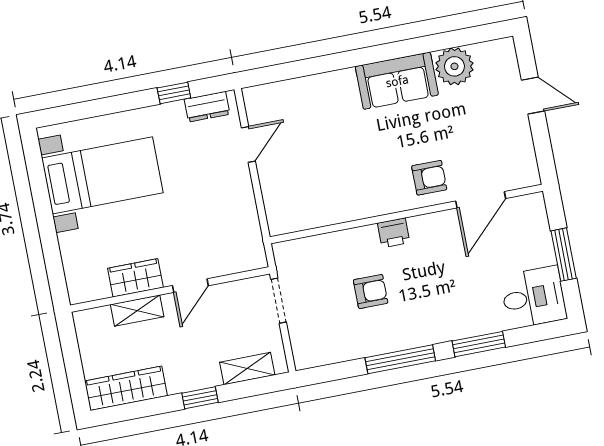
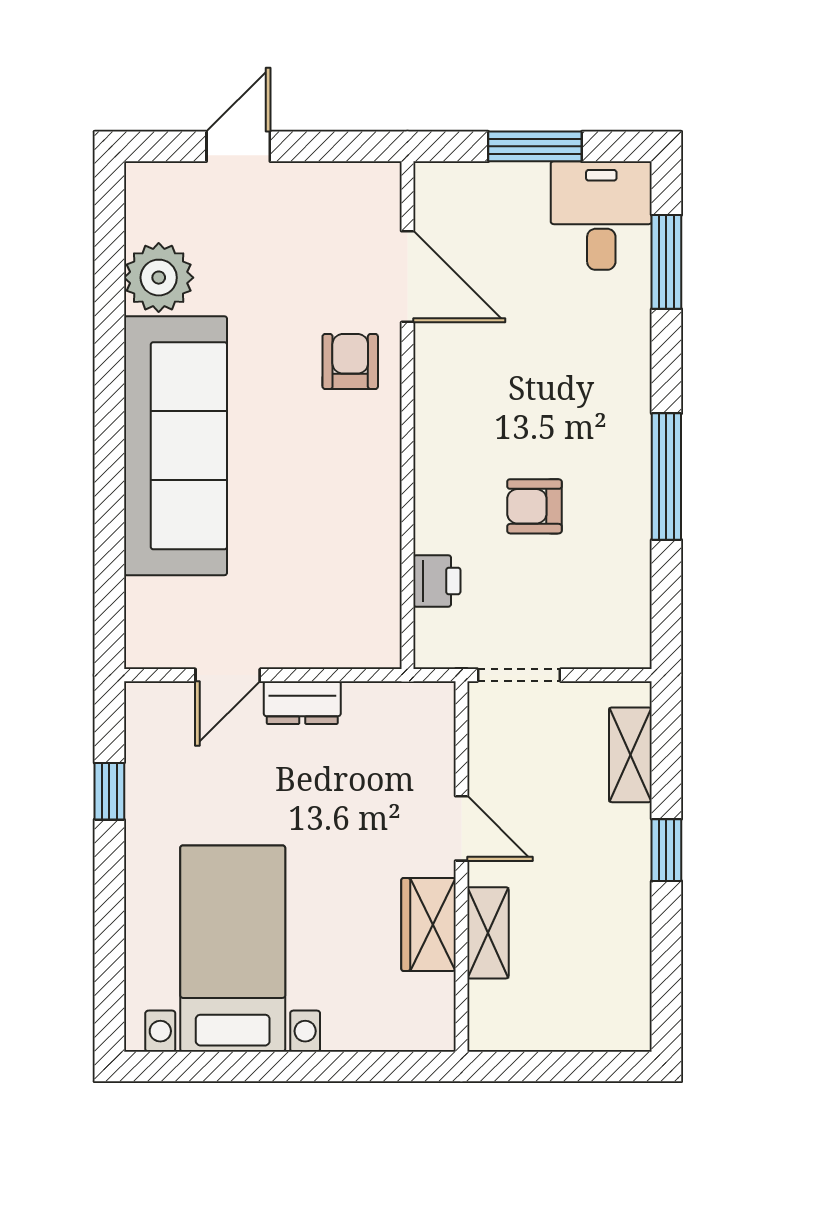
sofa: (397, 81) -> (175, 446), width x1.85, depth x1.27
dresser: (207, 107) -> (302, 703), moved, turned 90
door: (248, 144) -> (228, 675), swing flipped
printer: (394, 233) -> (437, 581), moved
armchair: (371, 291) -> (534, 506), turned -90
window: (479, 344) -> (666, 262), moved
wardrobe: (126, 388) -> (624, 980), removed

